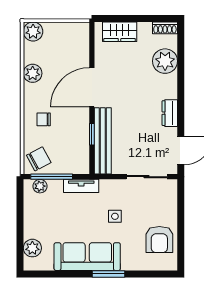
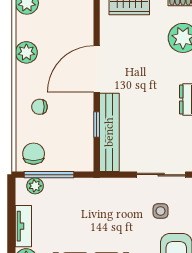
chair: (39, 159) -> (34, 154), turned -62
tv unit: (81, 186) -> (23, 226), moved, turned -90
side table: (115, 216) -> (161, 211), moved

